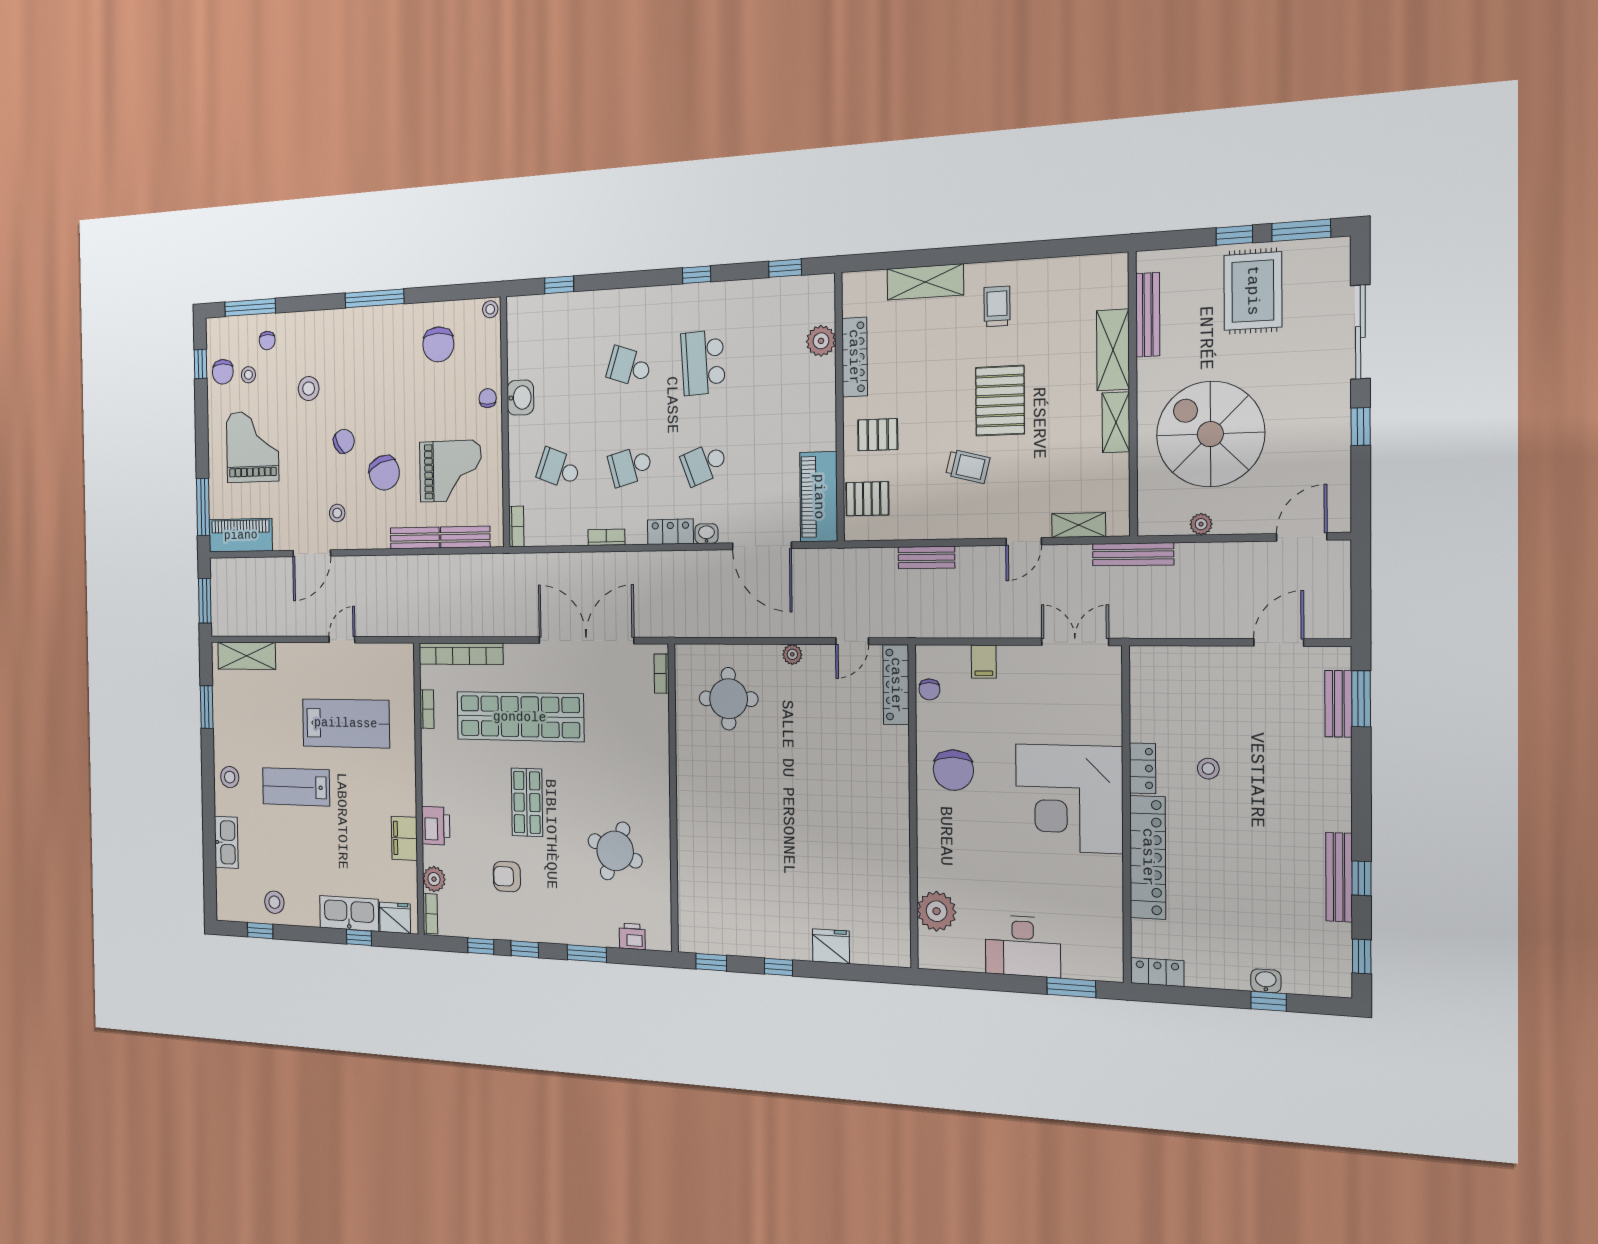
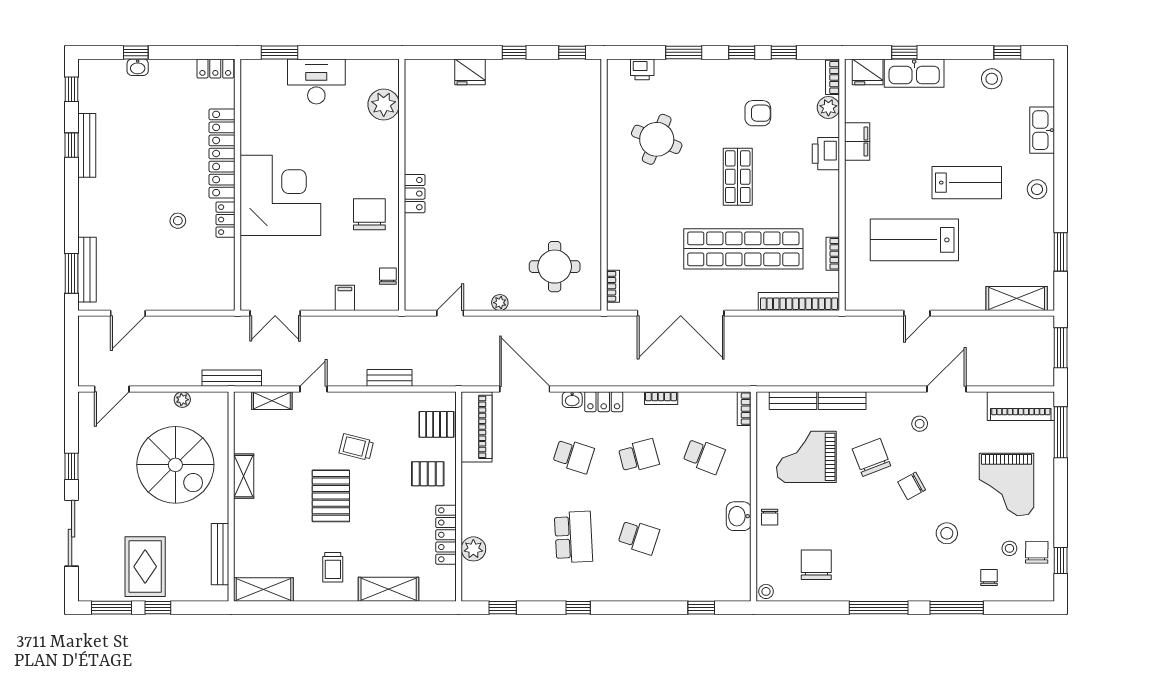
window: (250, 308) -> (957, 608), moved
shelving: (1113, 350) -> (263, 589), moved, turned 90
school desk: (704, 464) -> (573, 456), turned 39
locker: (896, 685) -> (415, 194), moved, width x0.66
bench: (1338, 704) -> (87, 270), width x1.36

